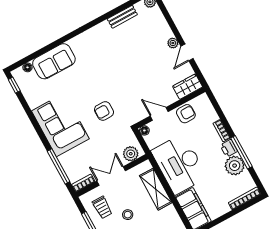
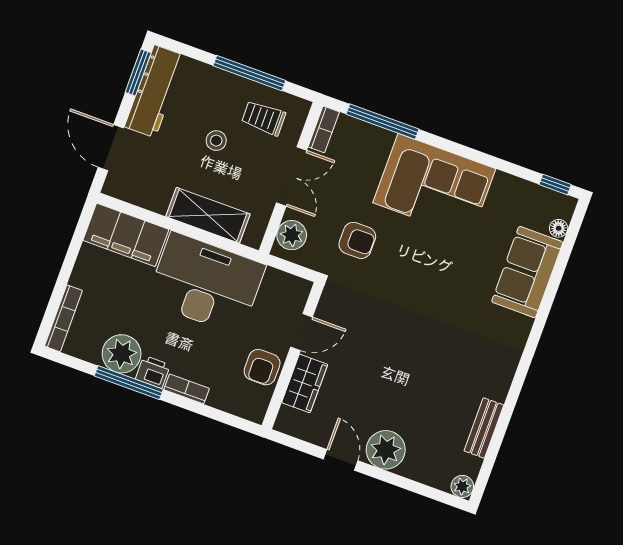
plant: (173, 43) -> (386, 450), width x1.88, depth x1.88
wardrobe: (188, 87) -> (305, 383), moved
armchair: (104, 111) -> (357, 240), moved, turned 90
floor lamp: (144, 130) -> (302, 288), removed

